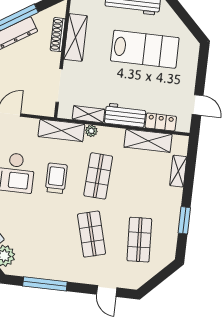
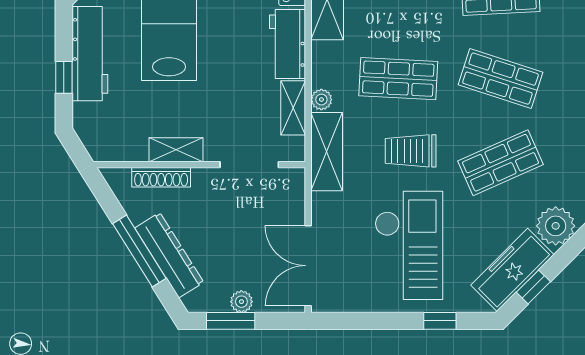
shelving: (76, 37) -> (176, 150), width x0.67, depth x0.75
shop shelf: (44, 229) -> (501, 163), added
shop shelf: (91, 234) -> (501, 79), turned 33

